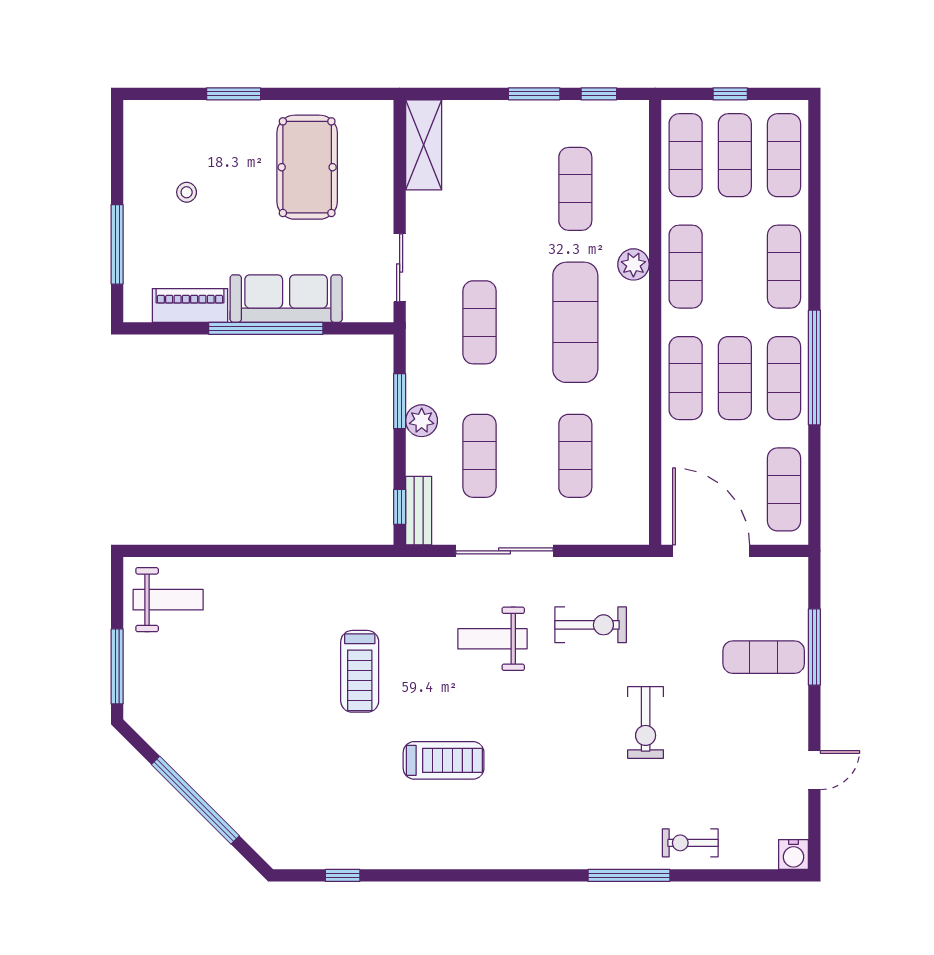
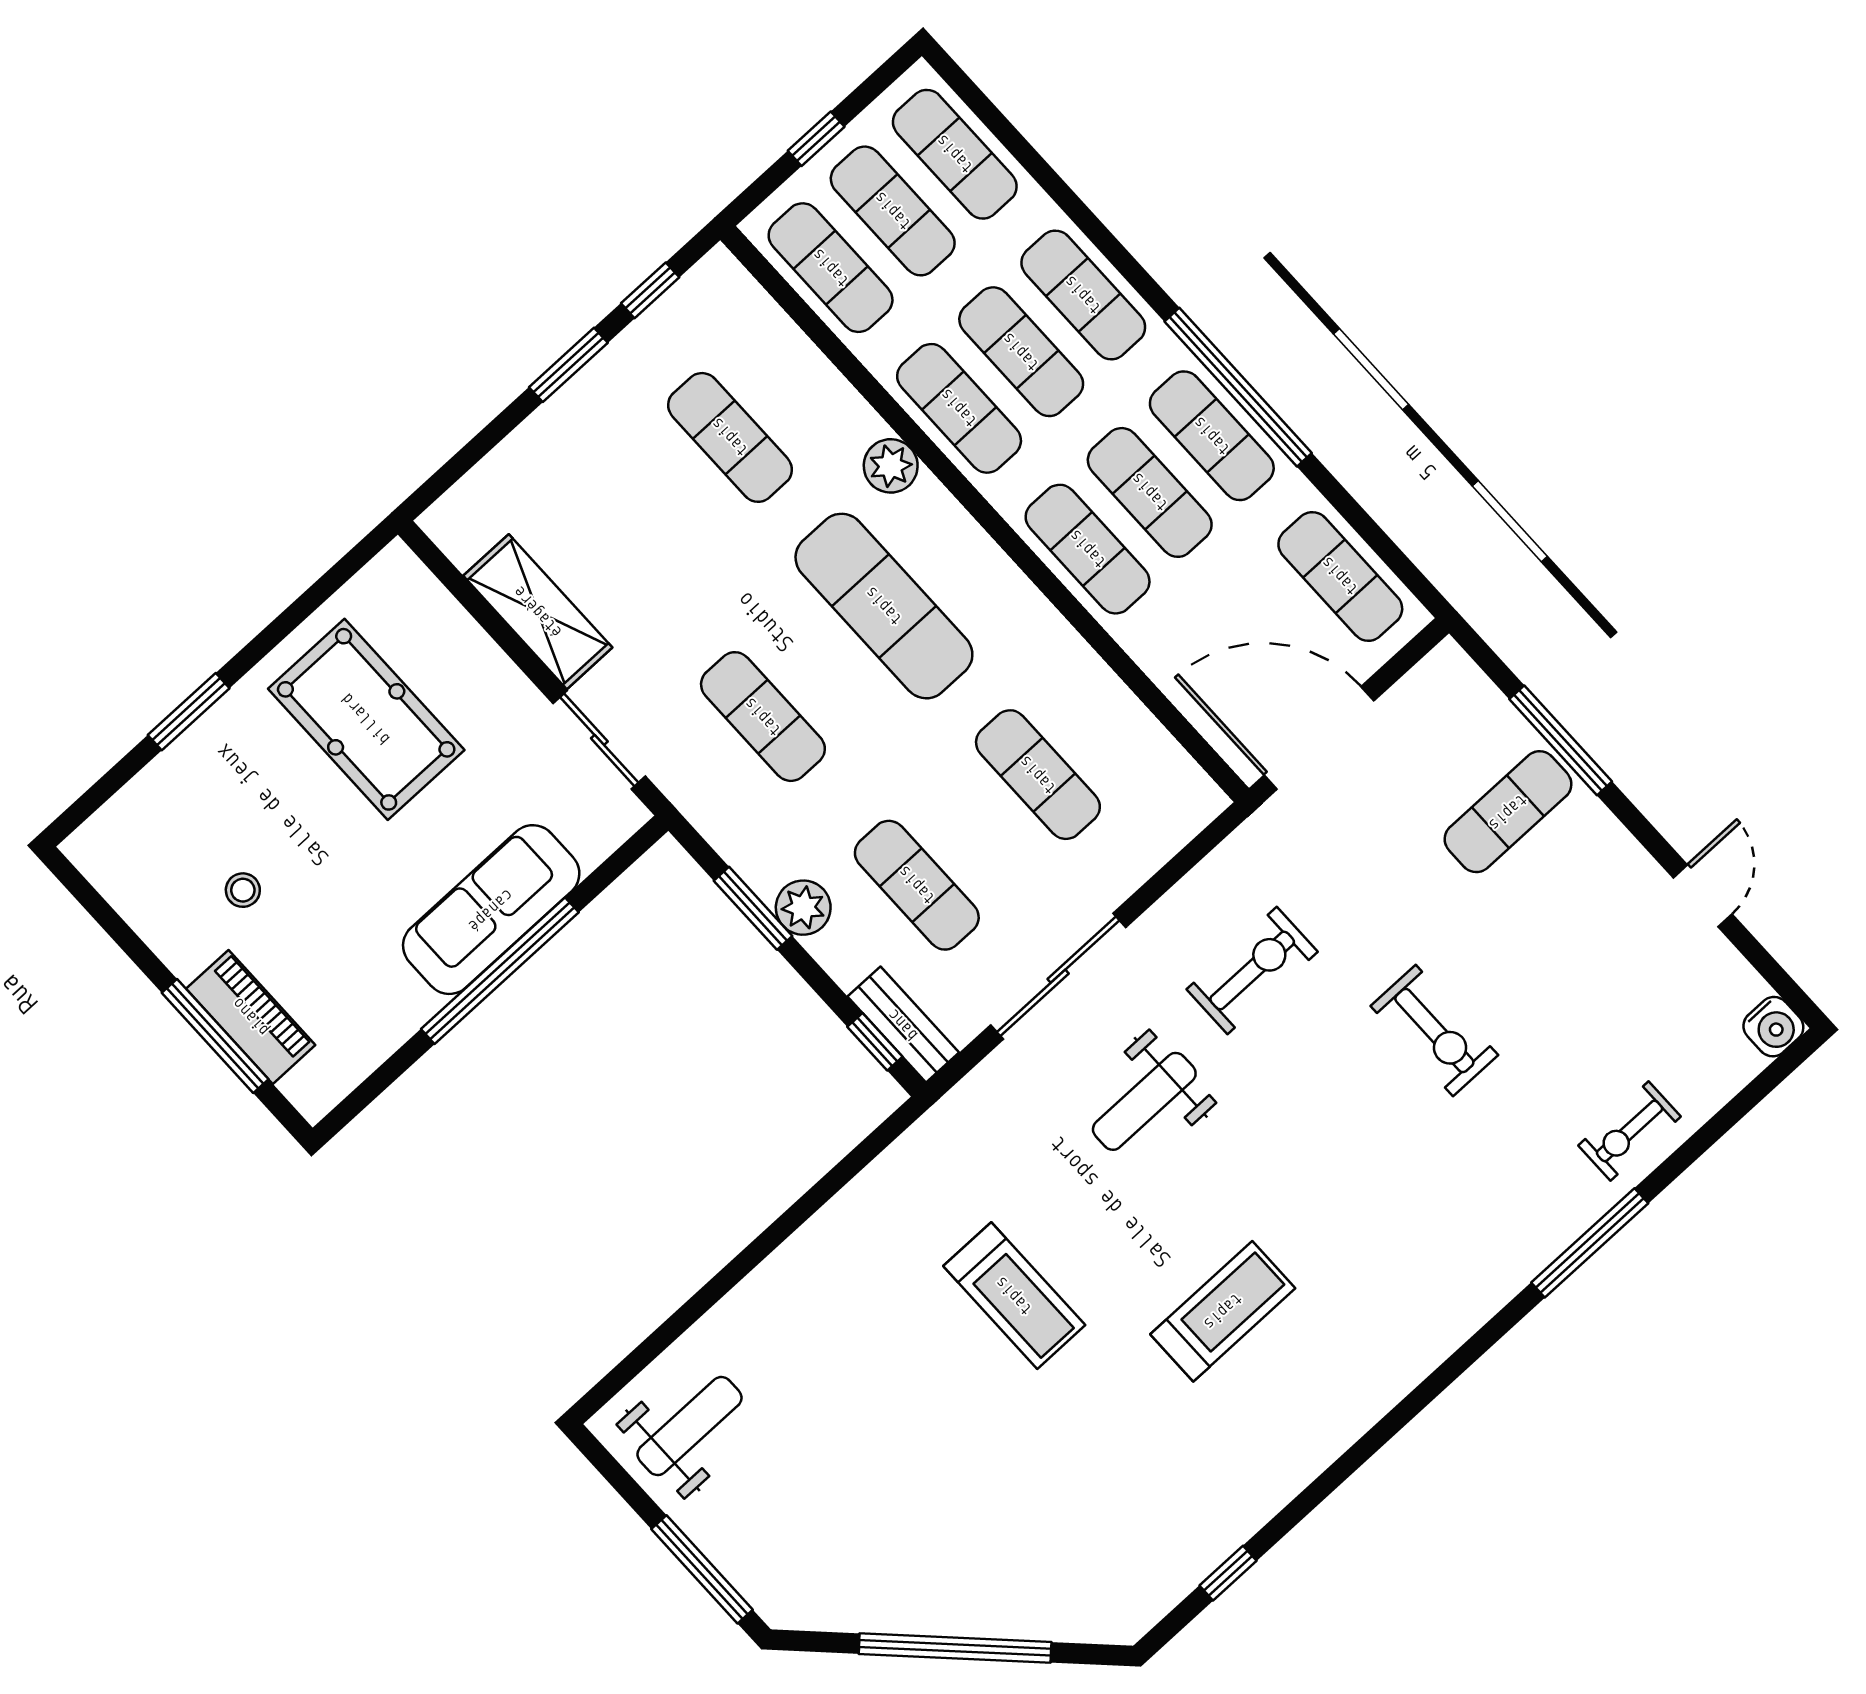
shelving: (424, 145) -> (538, 612), moved
exercise mat: (735, 267) -> (1021, 352), added
piano: (190, 305) -> (251, 1017), moved, turned 90

